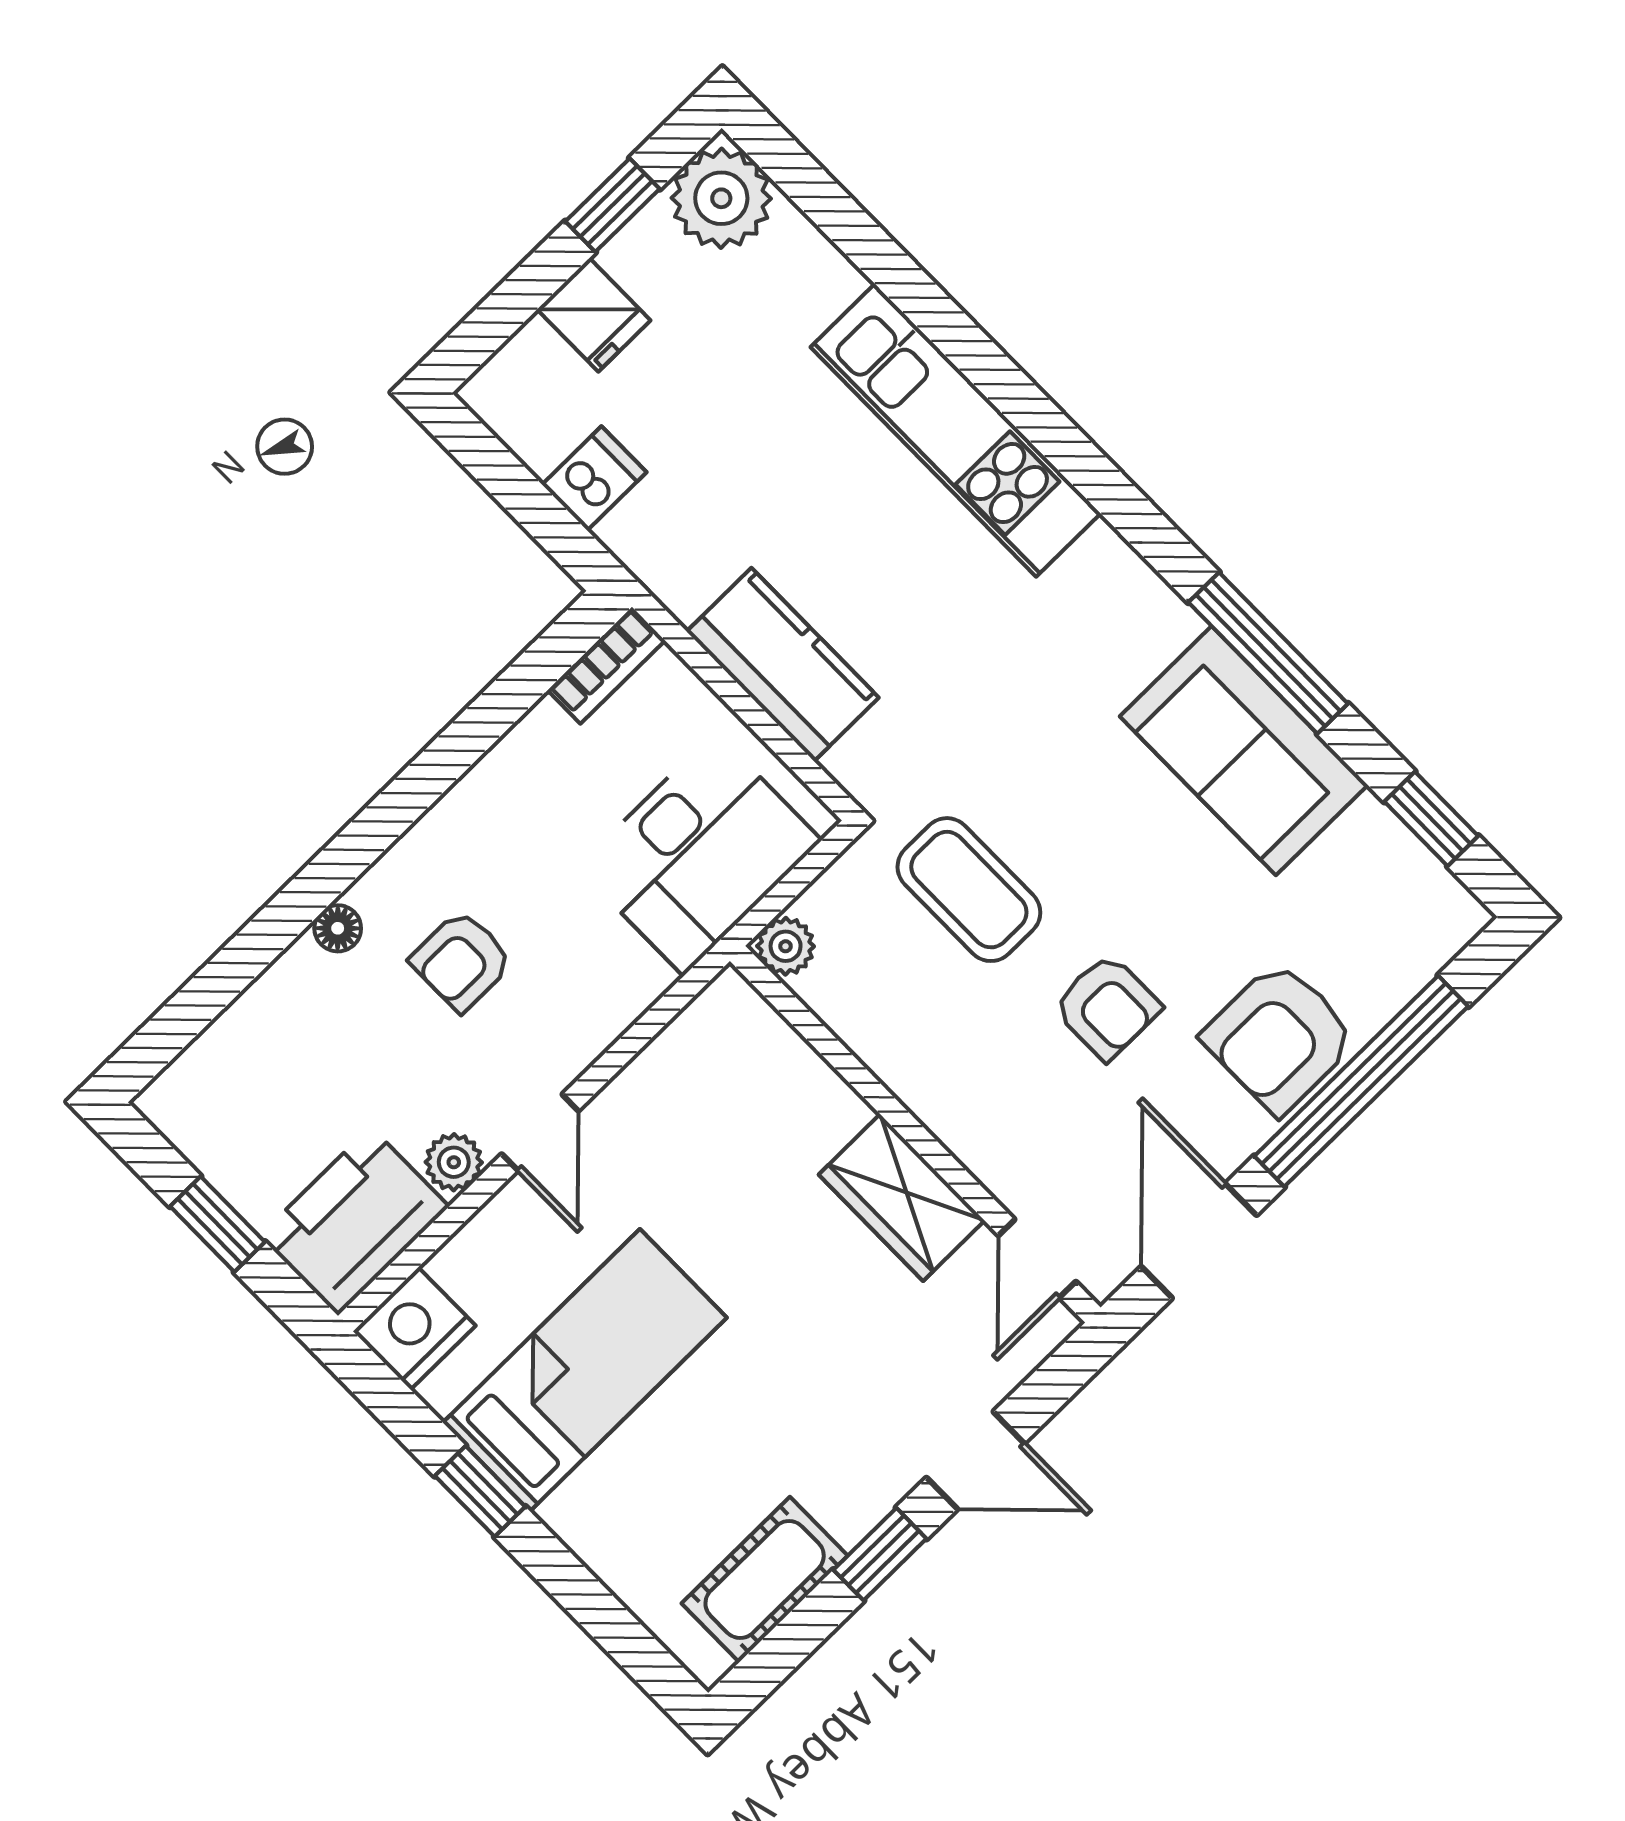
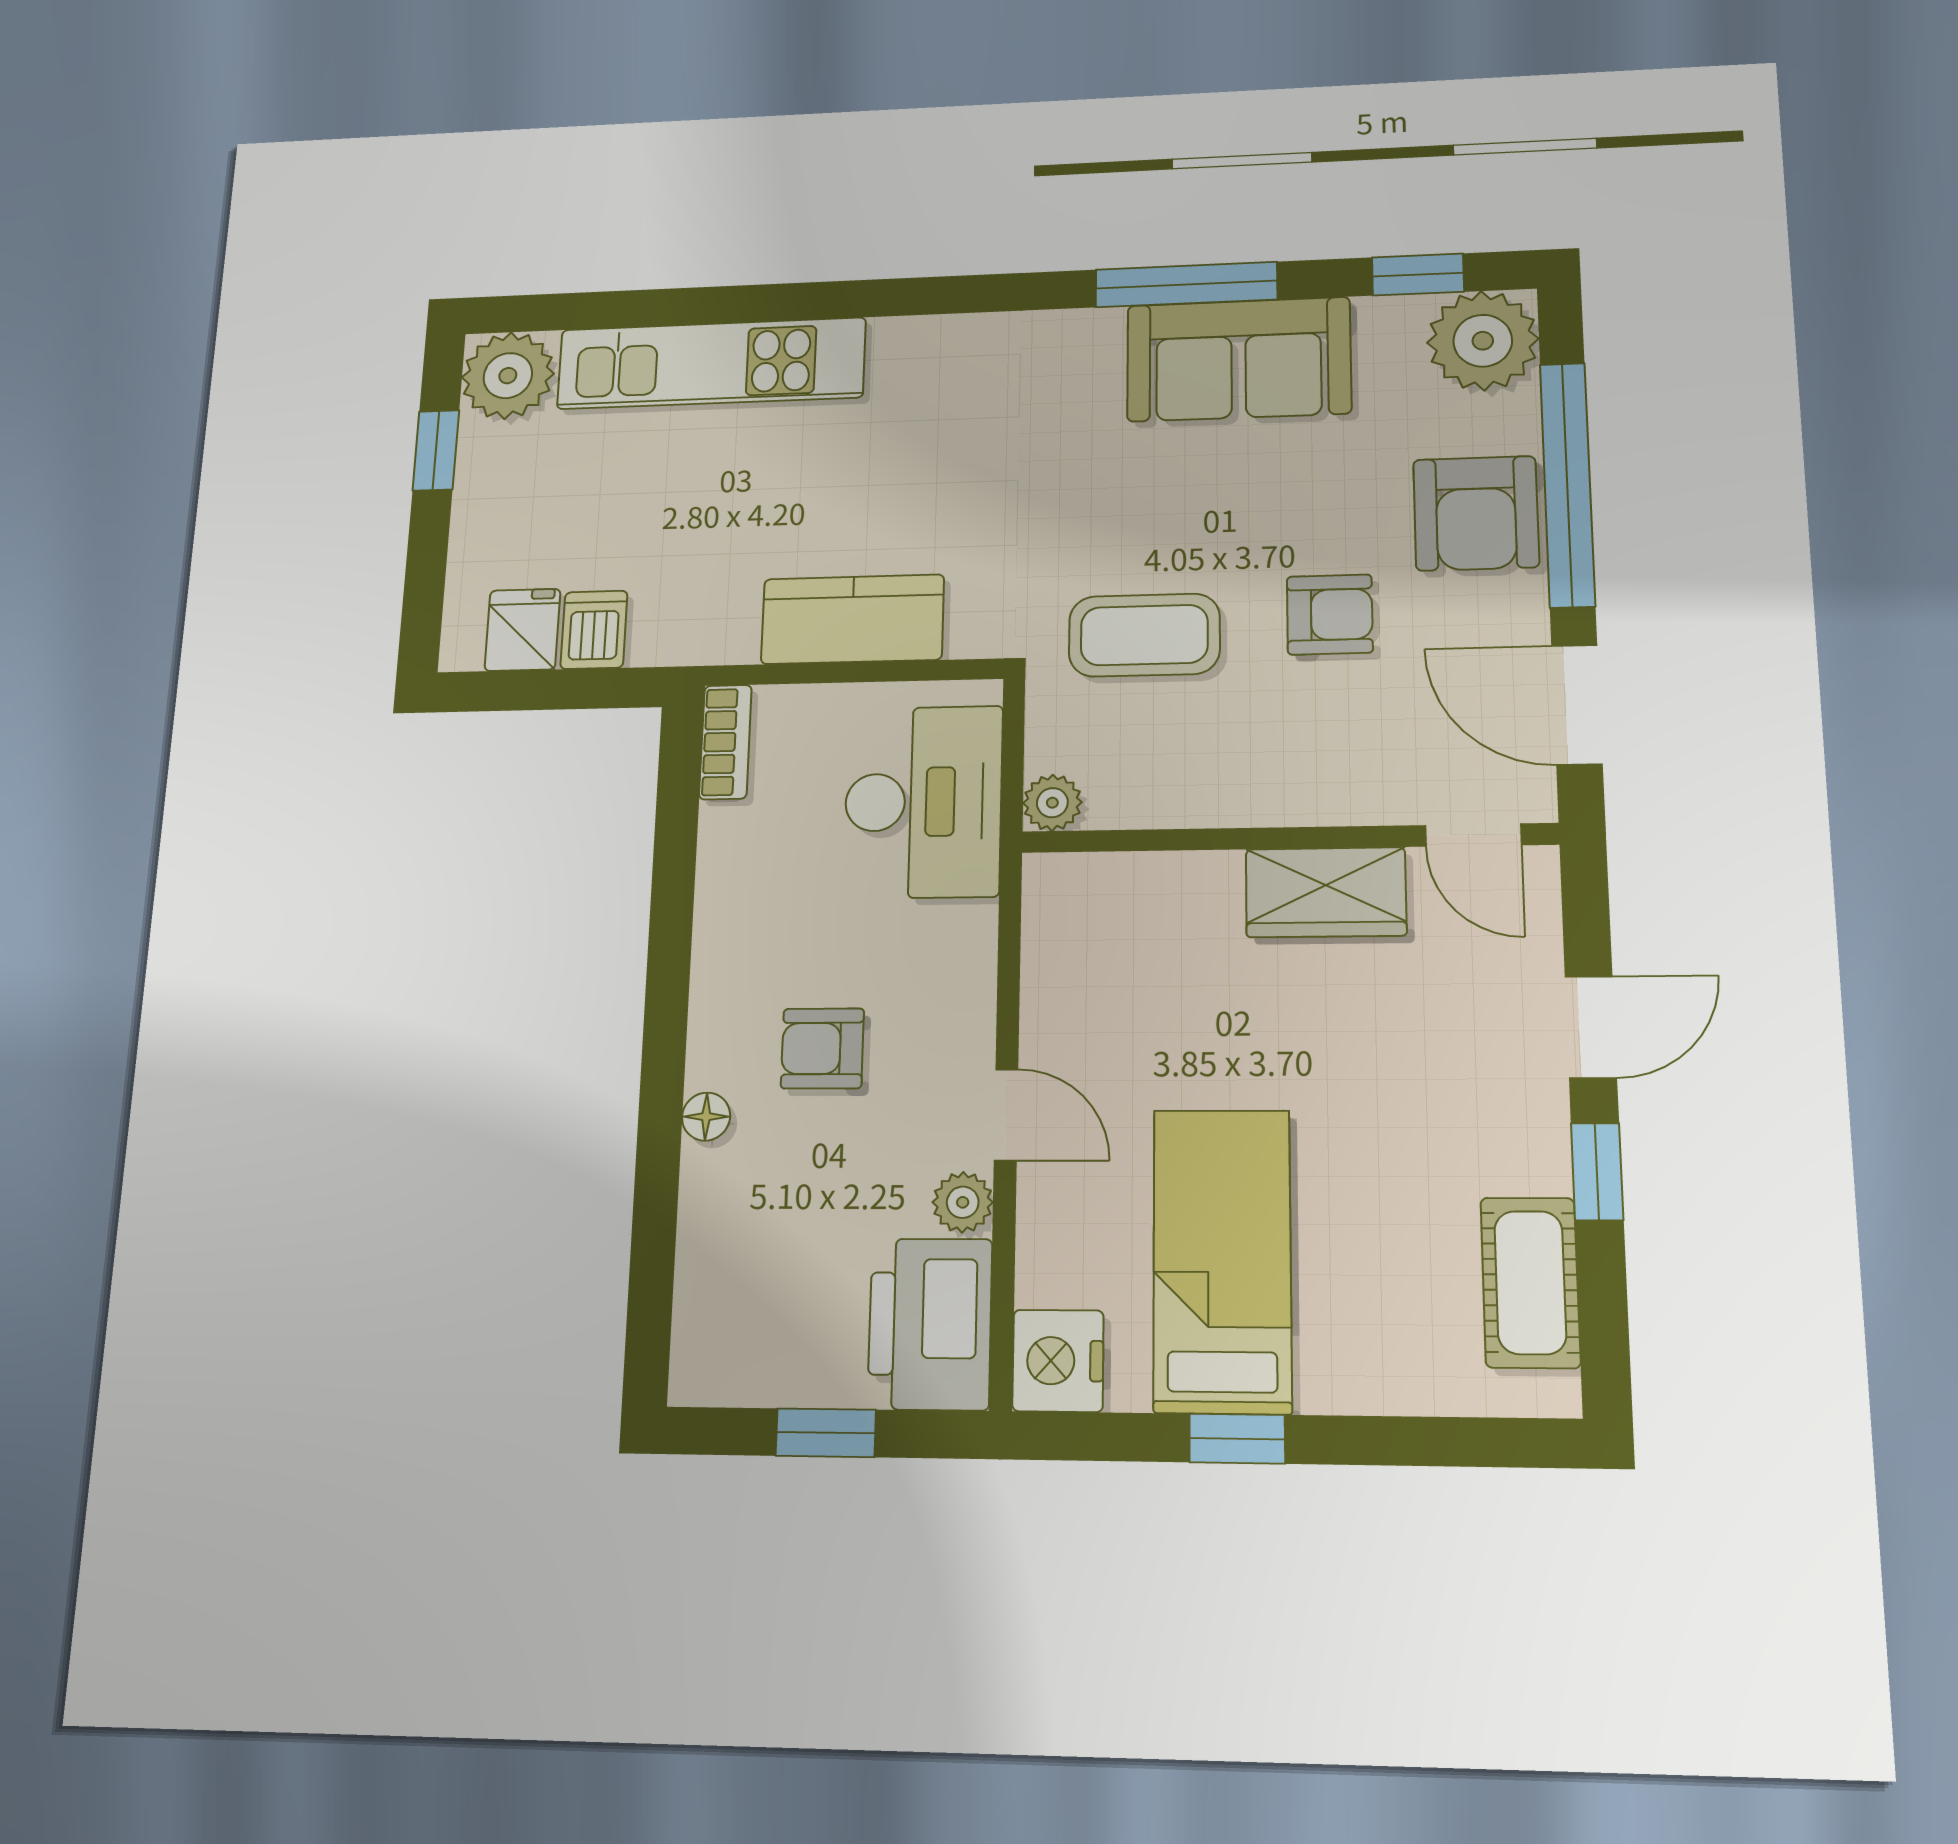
fridge: (594, 315) -> (523, 630), moved, turned -90
kitchen unit: (956, 430) -> (711, 363), moved
plant: (1420, 916) -> (1483, 341), added
armchair: (462, 961) -> (822, 1048), turned 90

